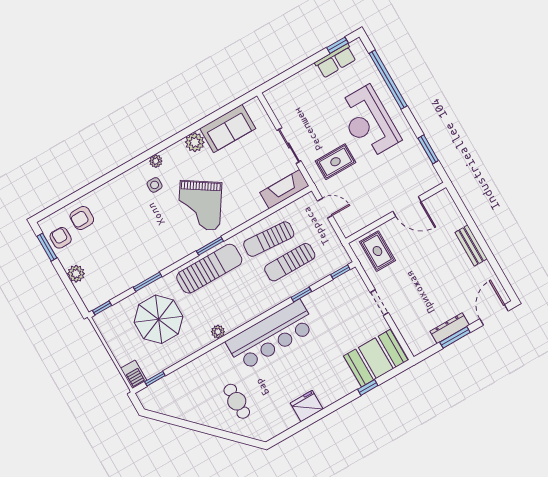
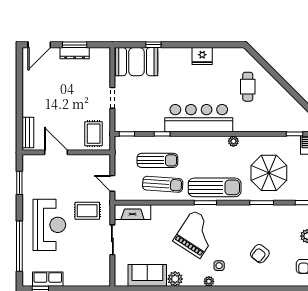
armchair: (82, 218) -> (260, 254), moved, turned 128
bench: (471, 246) -> (28, 132), moved
sun lounger: (209, 269) -> (215, 187), turned 180

